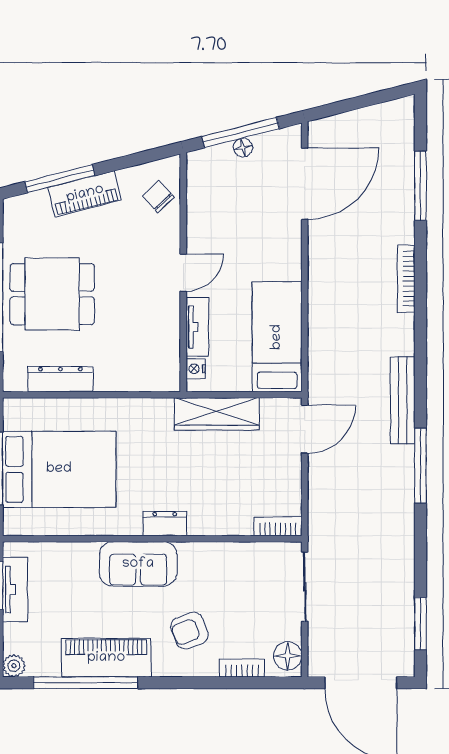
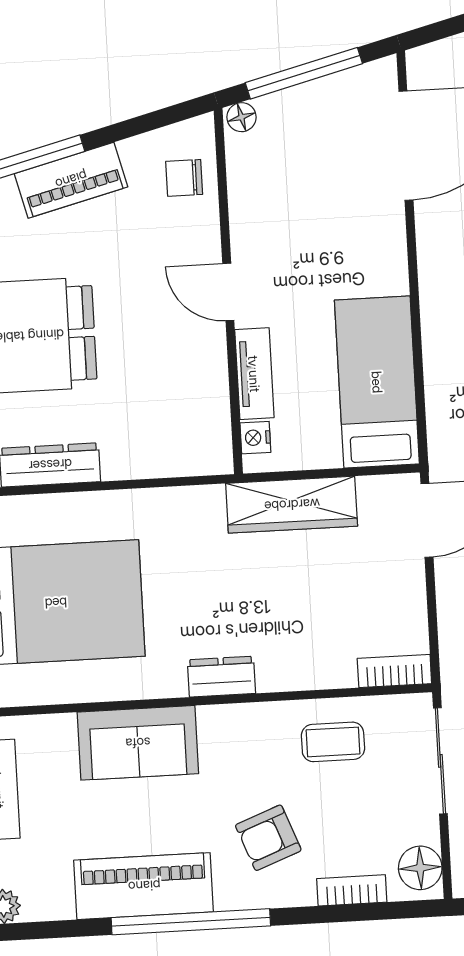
floor lamp: (243, 148) -> (242, 117), moved
chair: (159, 197) -> (184, 178), turned -47
door: (183, 273) -> (228, 292), swing flipped
sofa: (138, 564) -> (138, 743), moved
coffee table: (235, 570) -> (333, 742), added
window: (86, 683) -> (191, 922), moved

